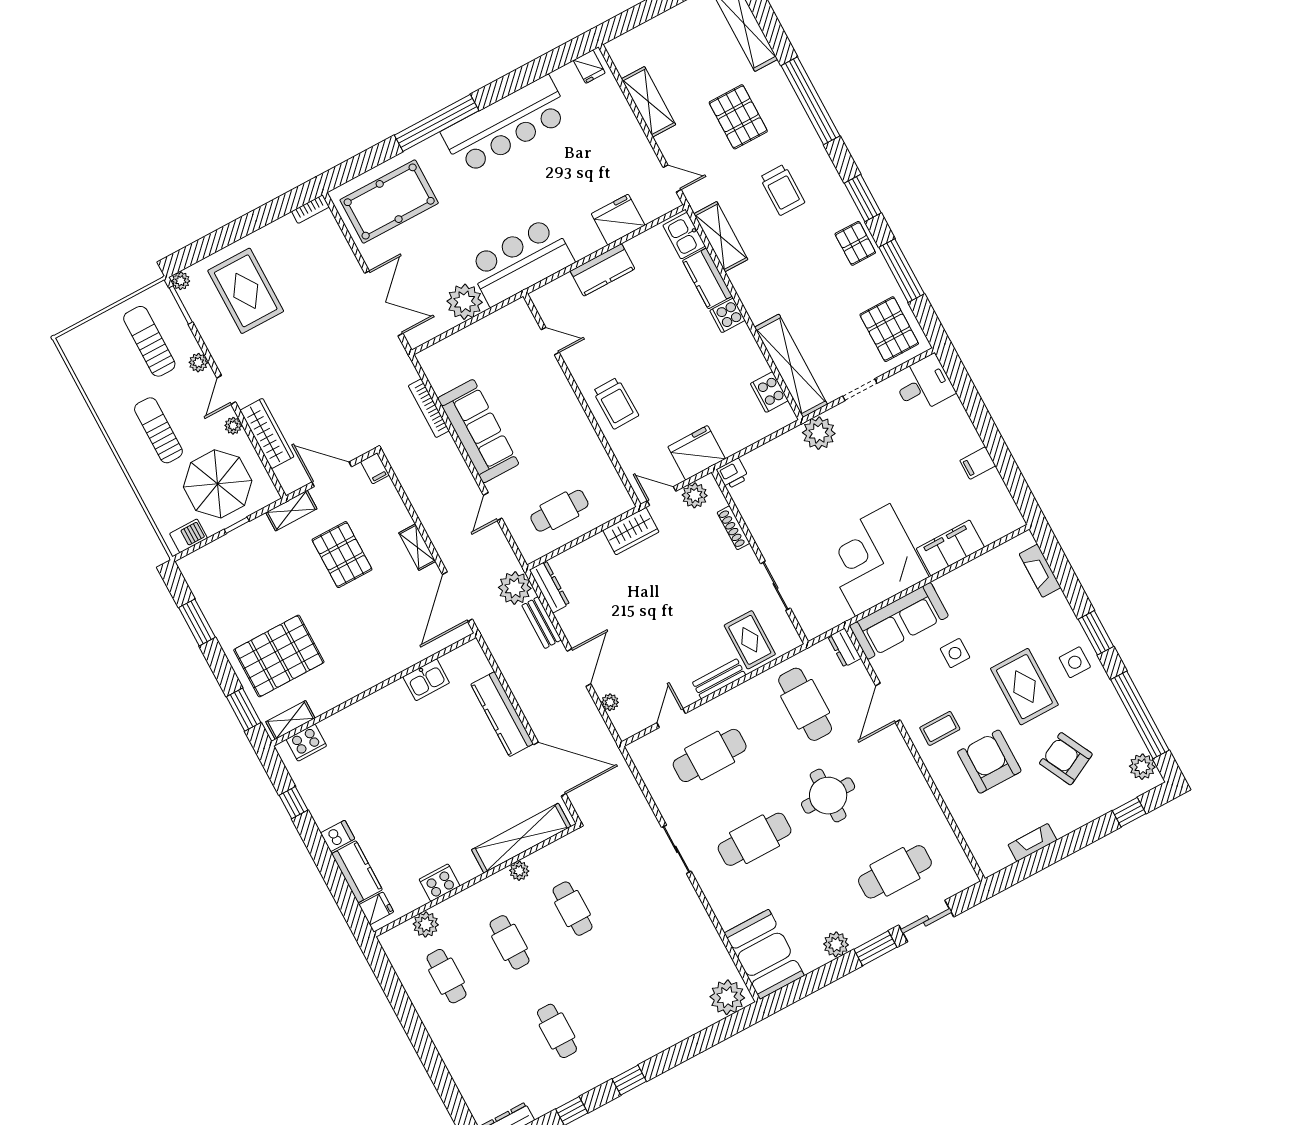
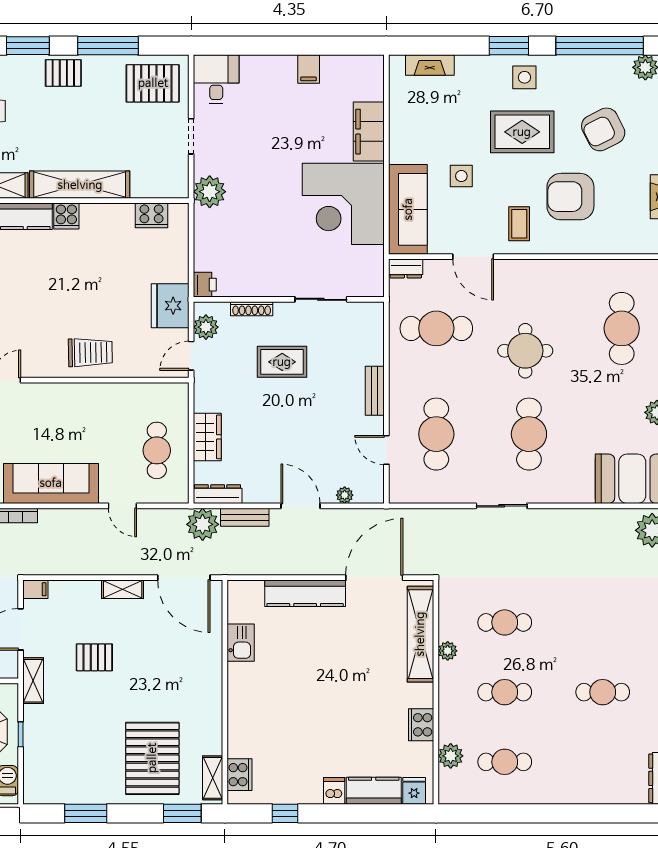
shelving: (791, 366) -> (80, 185), moved
wardrobe: (631, 531) -> (207, 437), moved
pallet: (342, 555) -> (94, 657), width x0.67, depth x0.71
rug: (750, 640) -> (282, 362), moved

